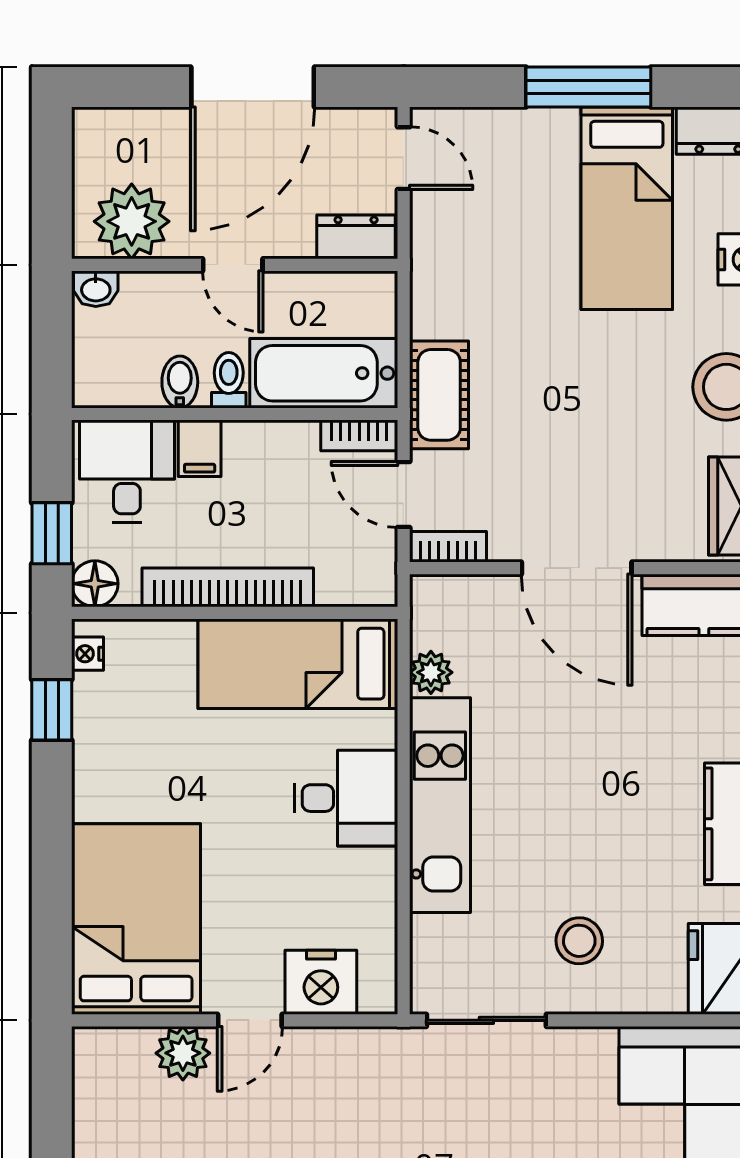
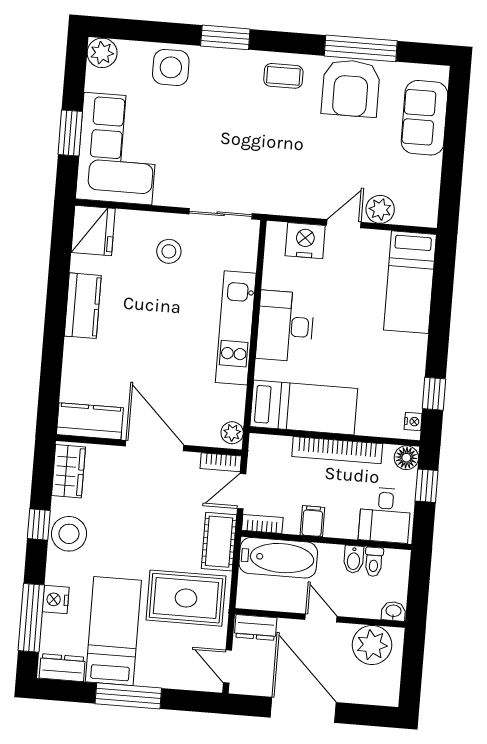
door: (253, 87) -> (303, 710), hinge flipped
rug: (494, 282) -> (186, 598), added
toilet: (229, 380) -> (374, 562), moved
filing cabinet: (200, 448) -> (312, 521), moved
door: (404, 494) -> (242, 491), swing flipped
plant: (431, 672) -> (232, 433), moved
desk: (346, 798) -> (285, 326), width x1.37
bed: (136, 919) -> (410, 282), width x0.67

